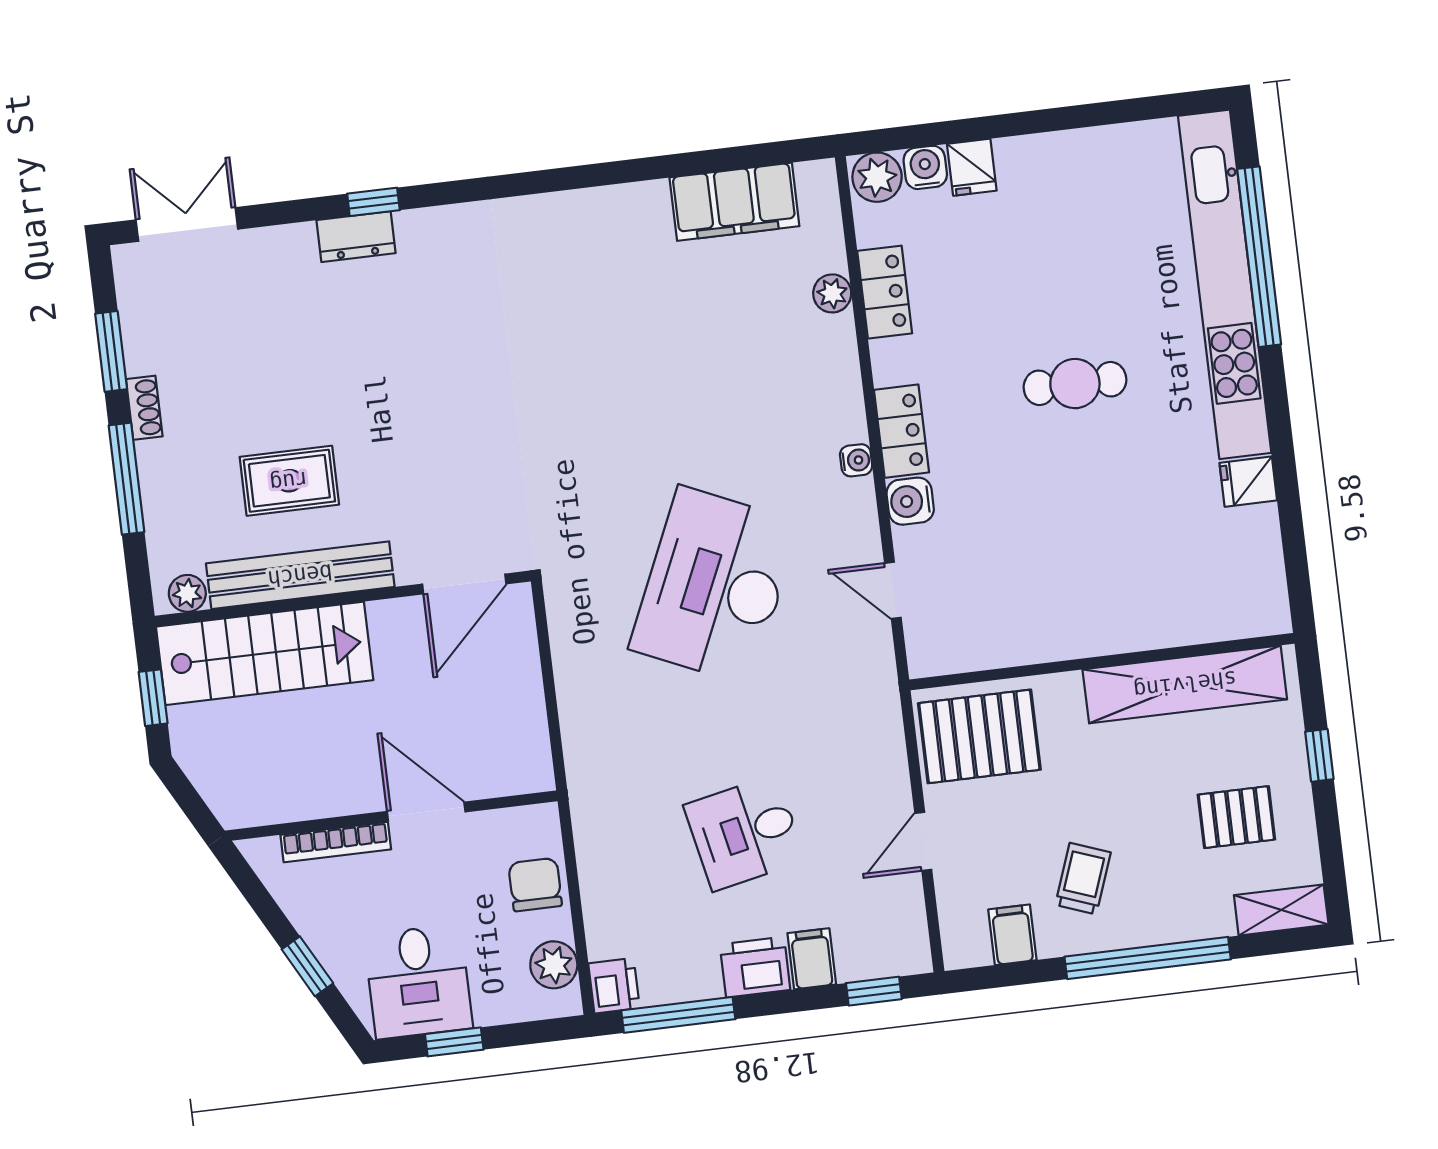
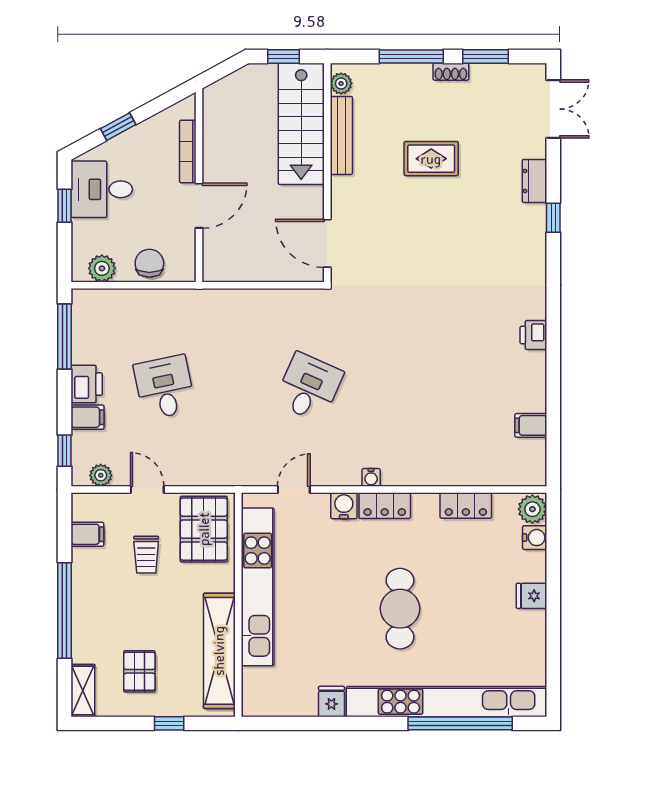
fridge: (972, 167) -> (532, 596), moved
filing cabinet: (734, 202) -> (531, 425), width x0.33, depth x0.86
dresser: (356, 237) -> (535, 181), moved
plant: (832, 293) -> (101, 475), moved
cafe table: (1075, 384) -> (400, 609), width x1.37, depth x1.35
rug: (289, 481) -> (431, 159), moved, turned 90
bench: (300, 575) -> (341, 135), width x0.73, depth x0.82
desk: (715, 586) -> (309, 387), width x0.53, depth x0.77
kitchen unit: (1067, 632) -> (258, 587), added
trolley: (1083, 879) -> (146, 555), moved, turned 70
chair: (535, 885) -> (149, 263), turned -90
printer: (614, 986) -> (533, 335), moved, turned 90

